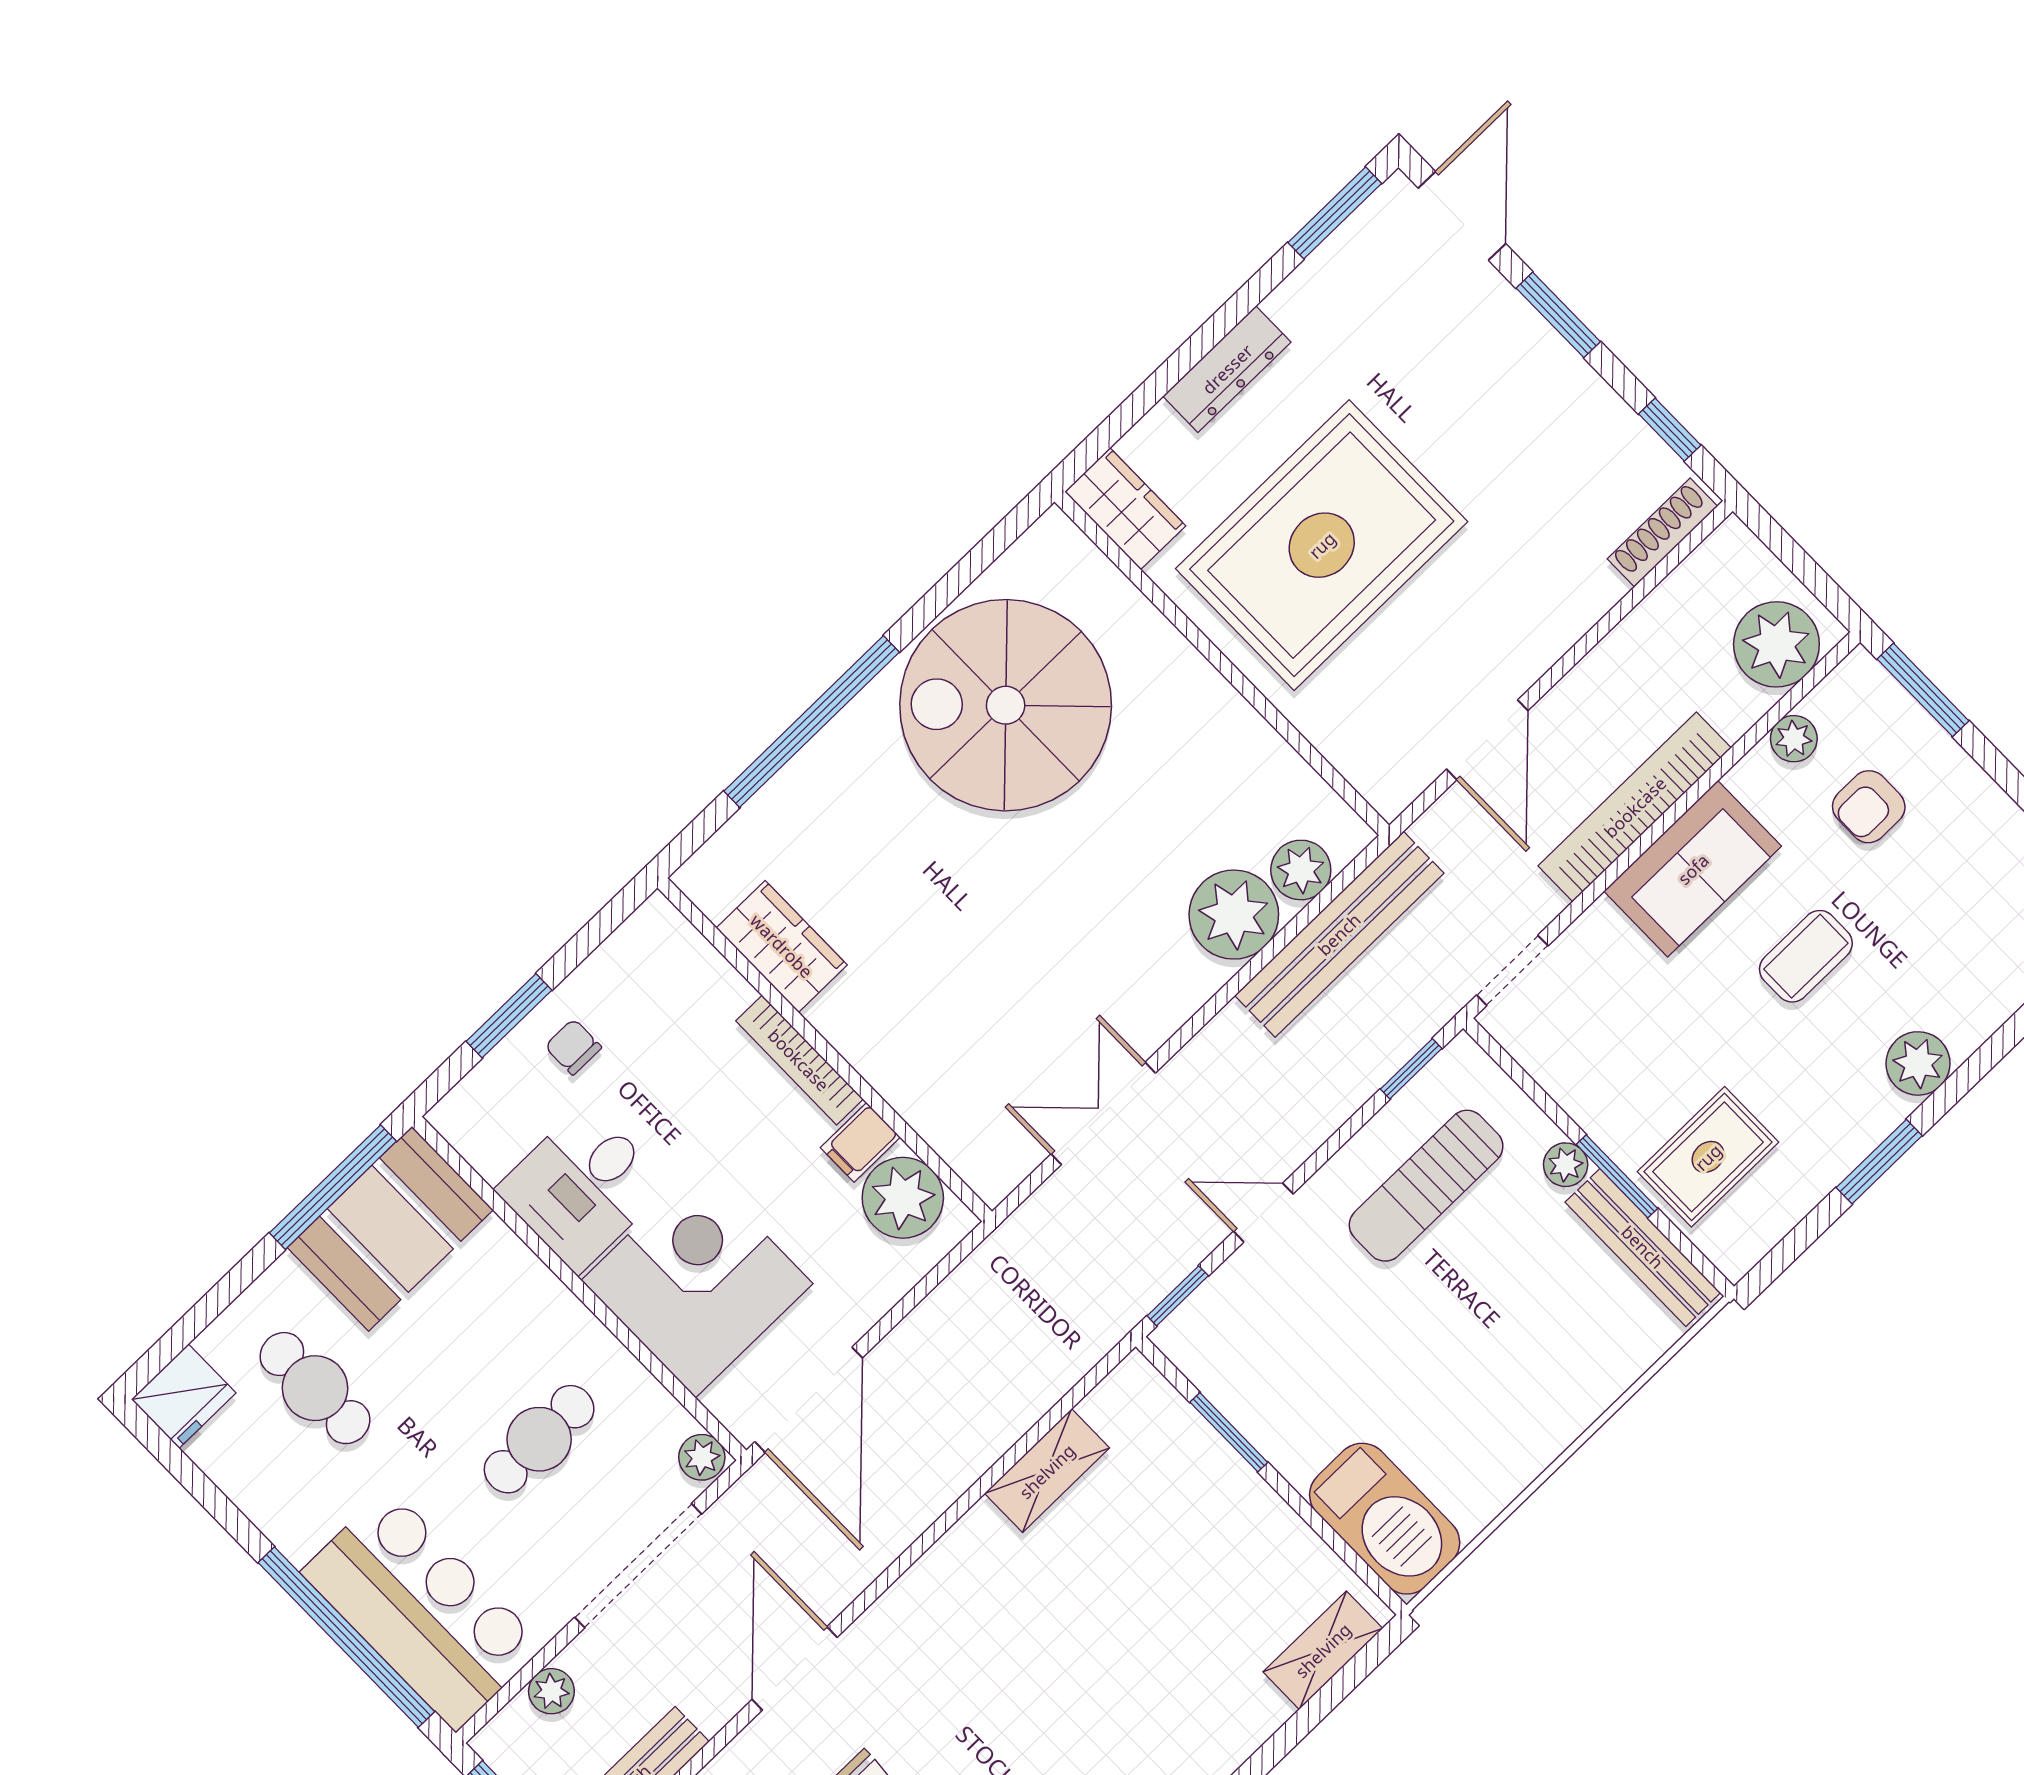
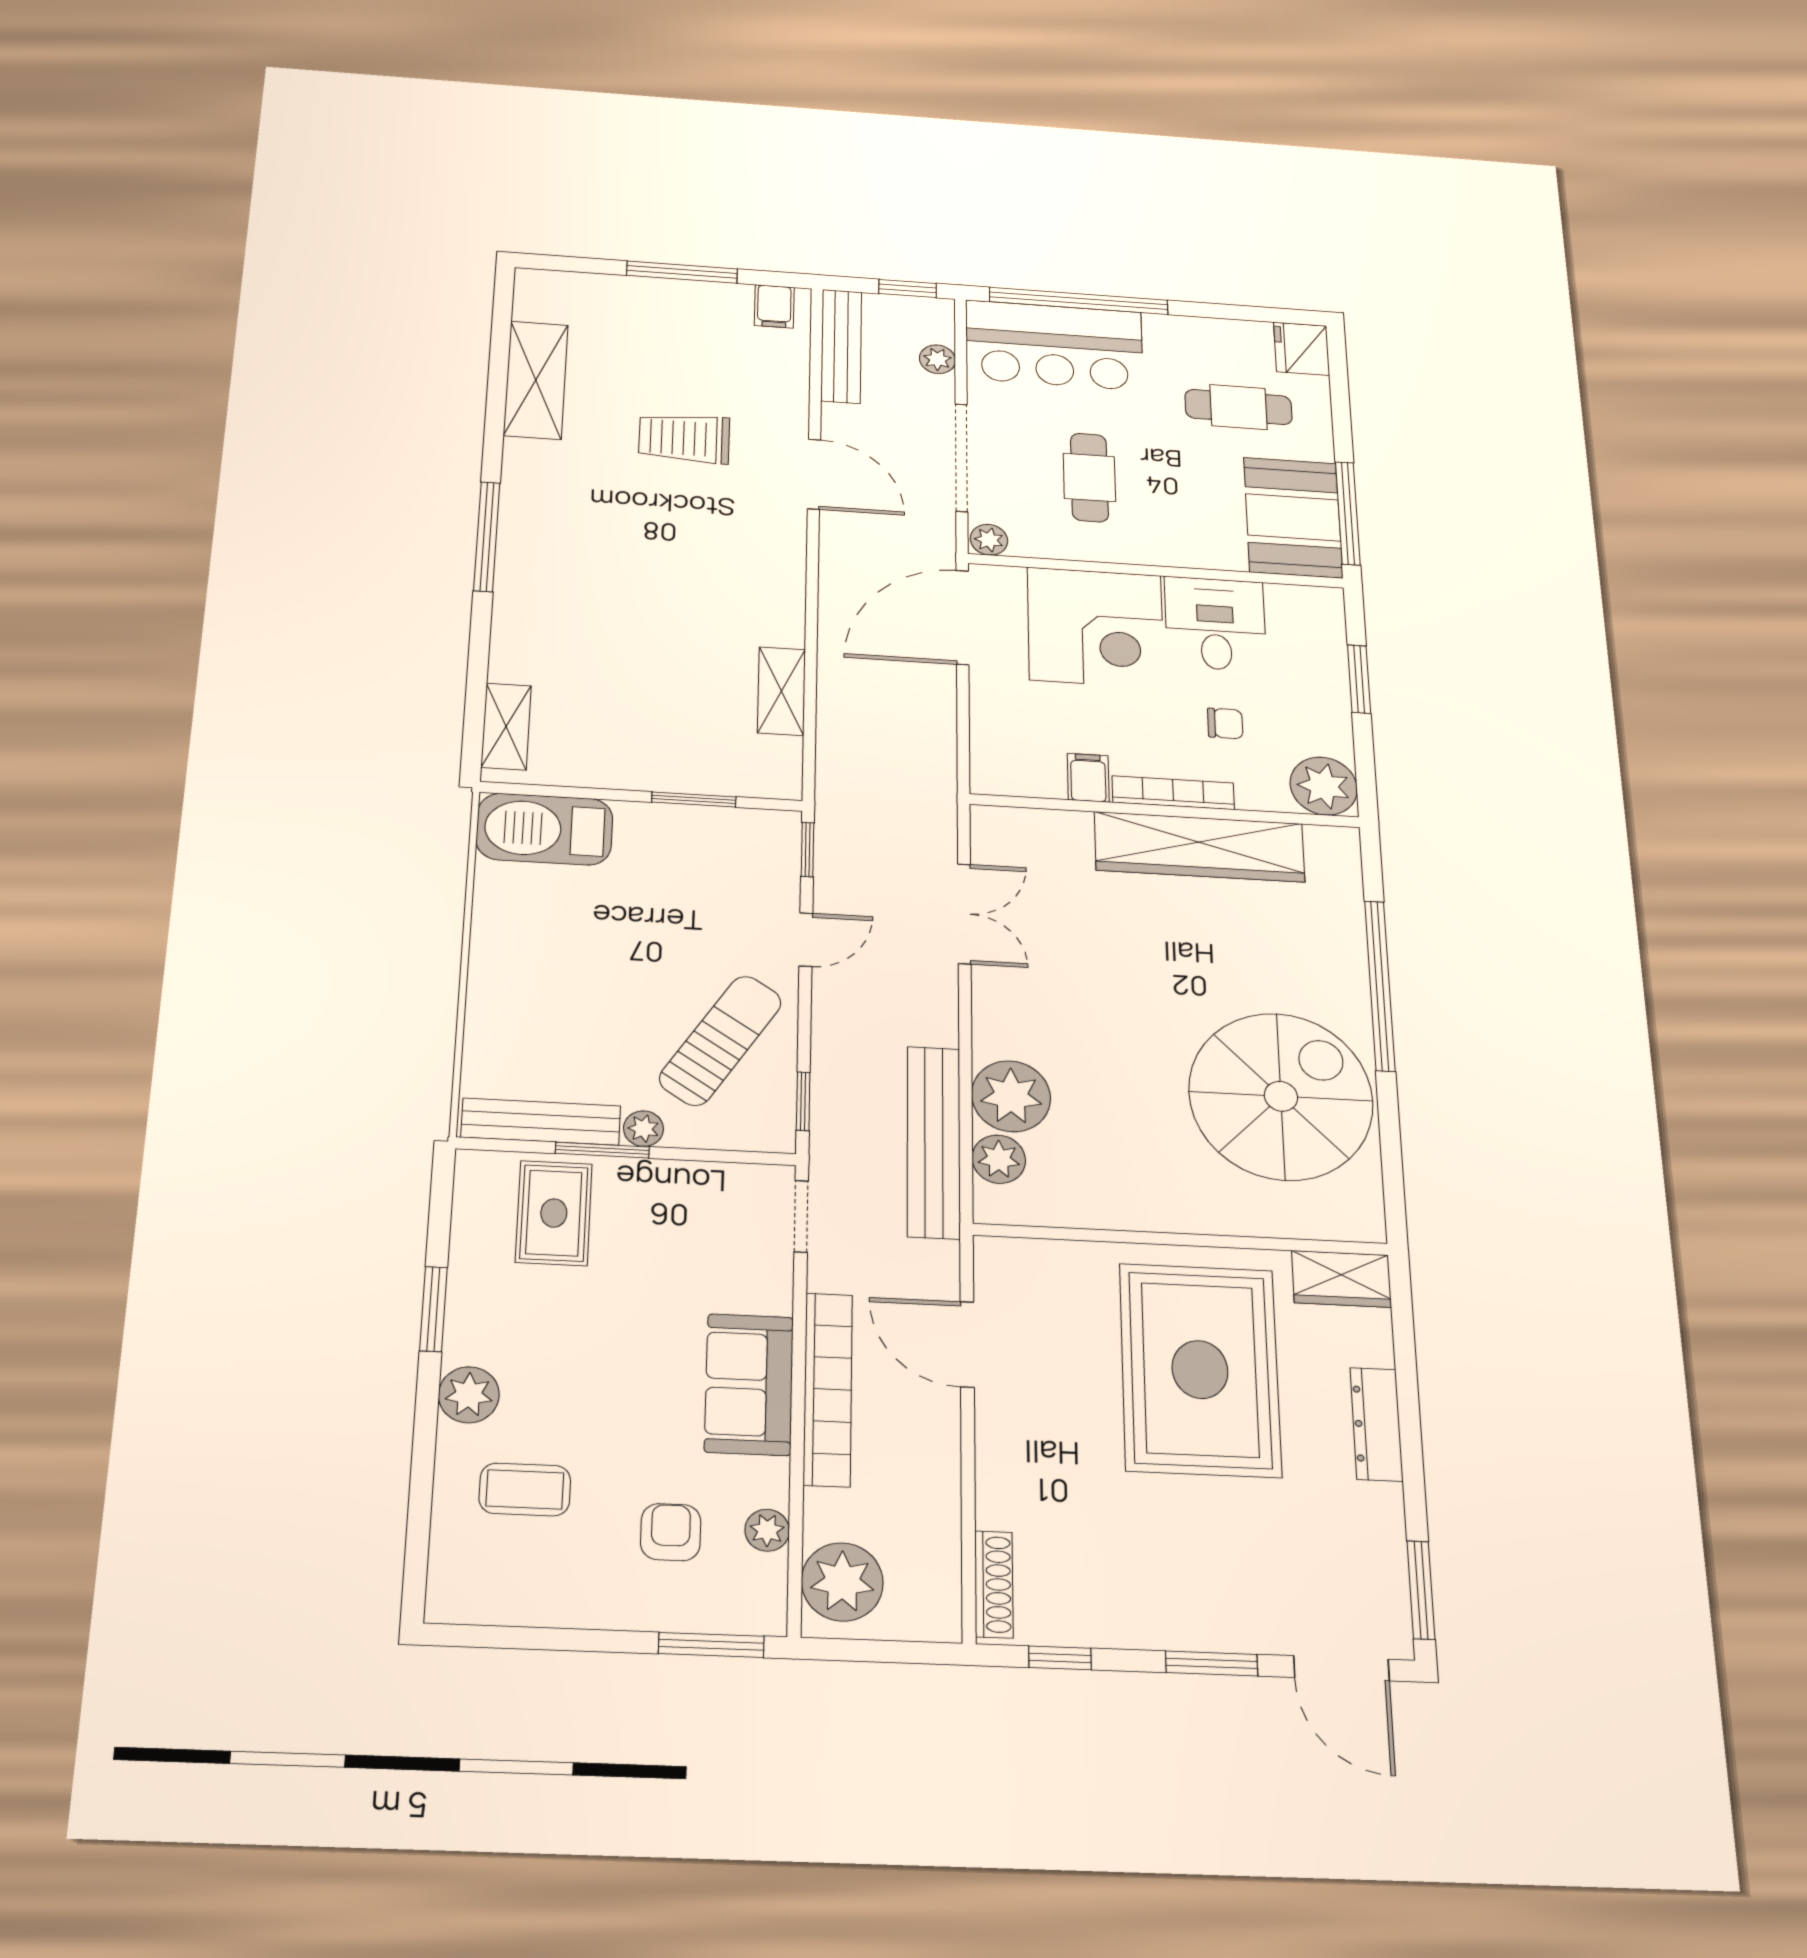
wardrobe: (782, 946) -> (1200, 847), width x2.10, depth x1.17
coffee table: (1806, 956) -> (525, 1489), moved, turned 90
chair: (573, 1047) -> (1225, 723), moved
sun lounger: (1426, 1186) -> (721, 1040), turned 33
plant: (903, 1198) -> (1324, 786), moved
door: (809, 1400) -> (962, 617), hinge flipped

